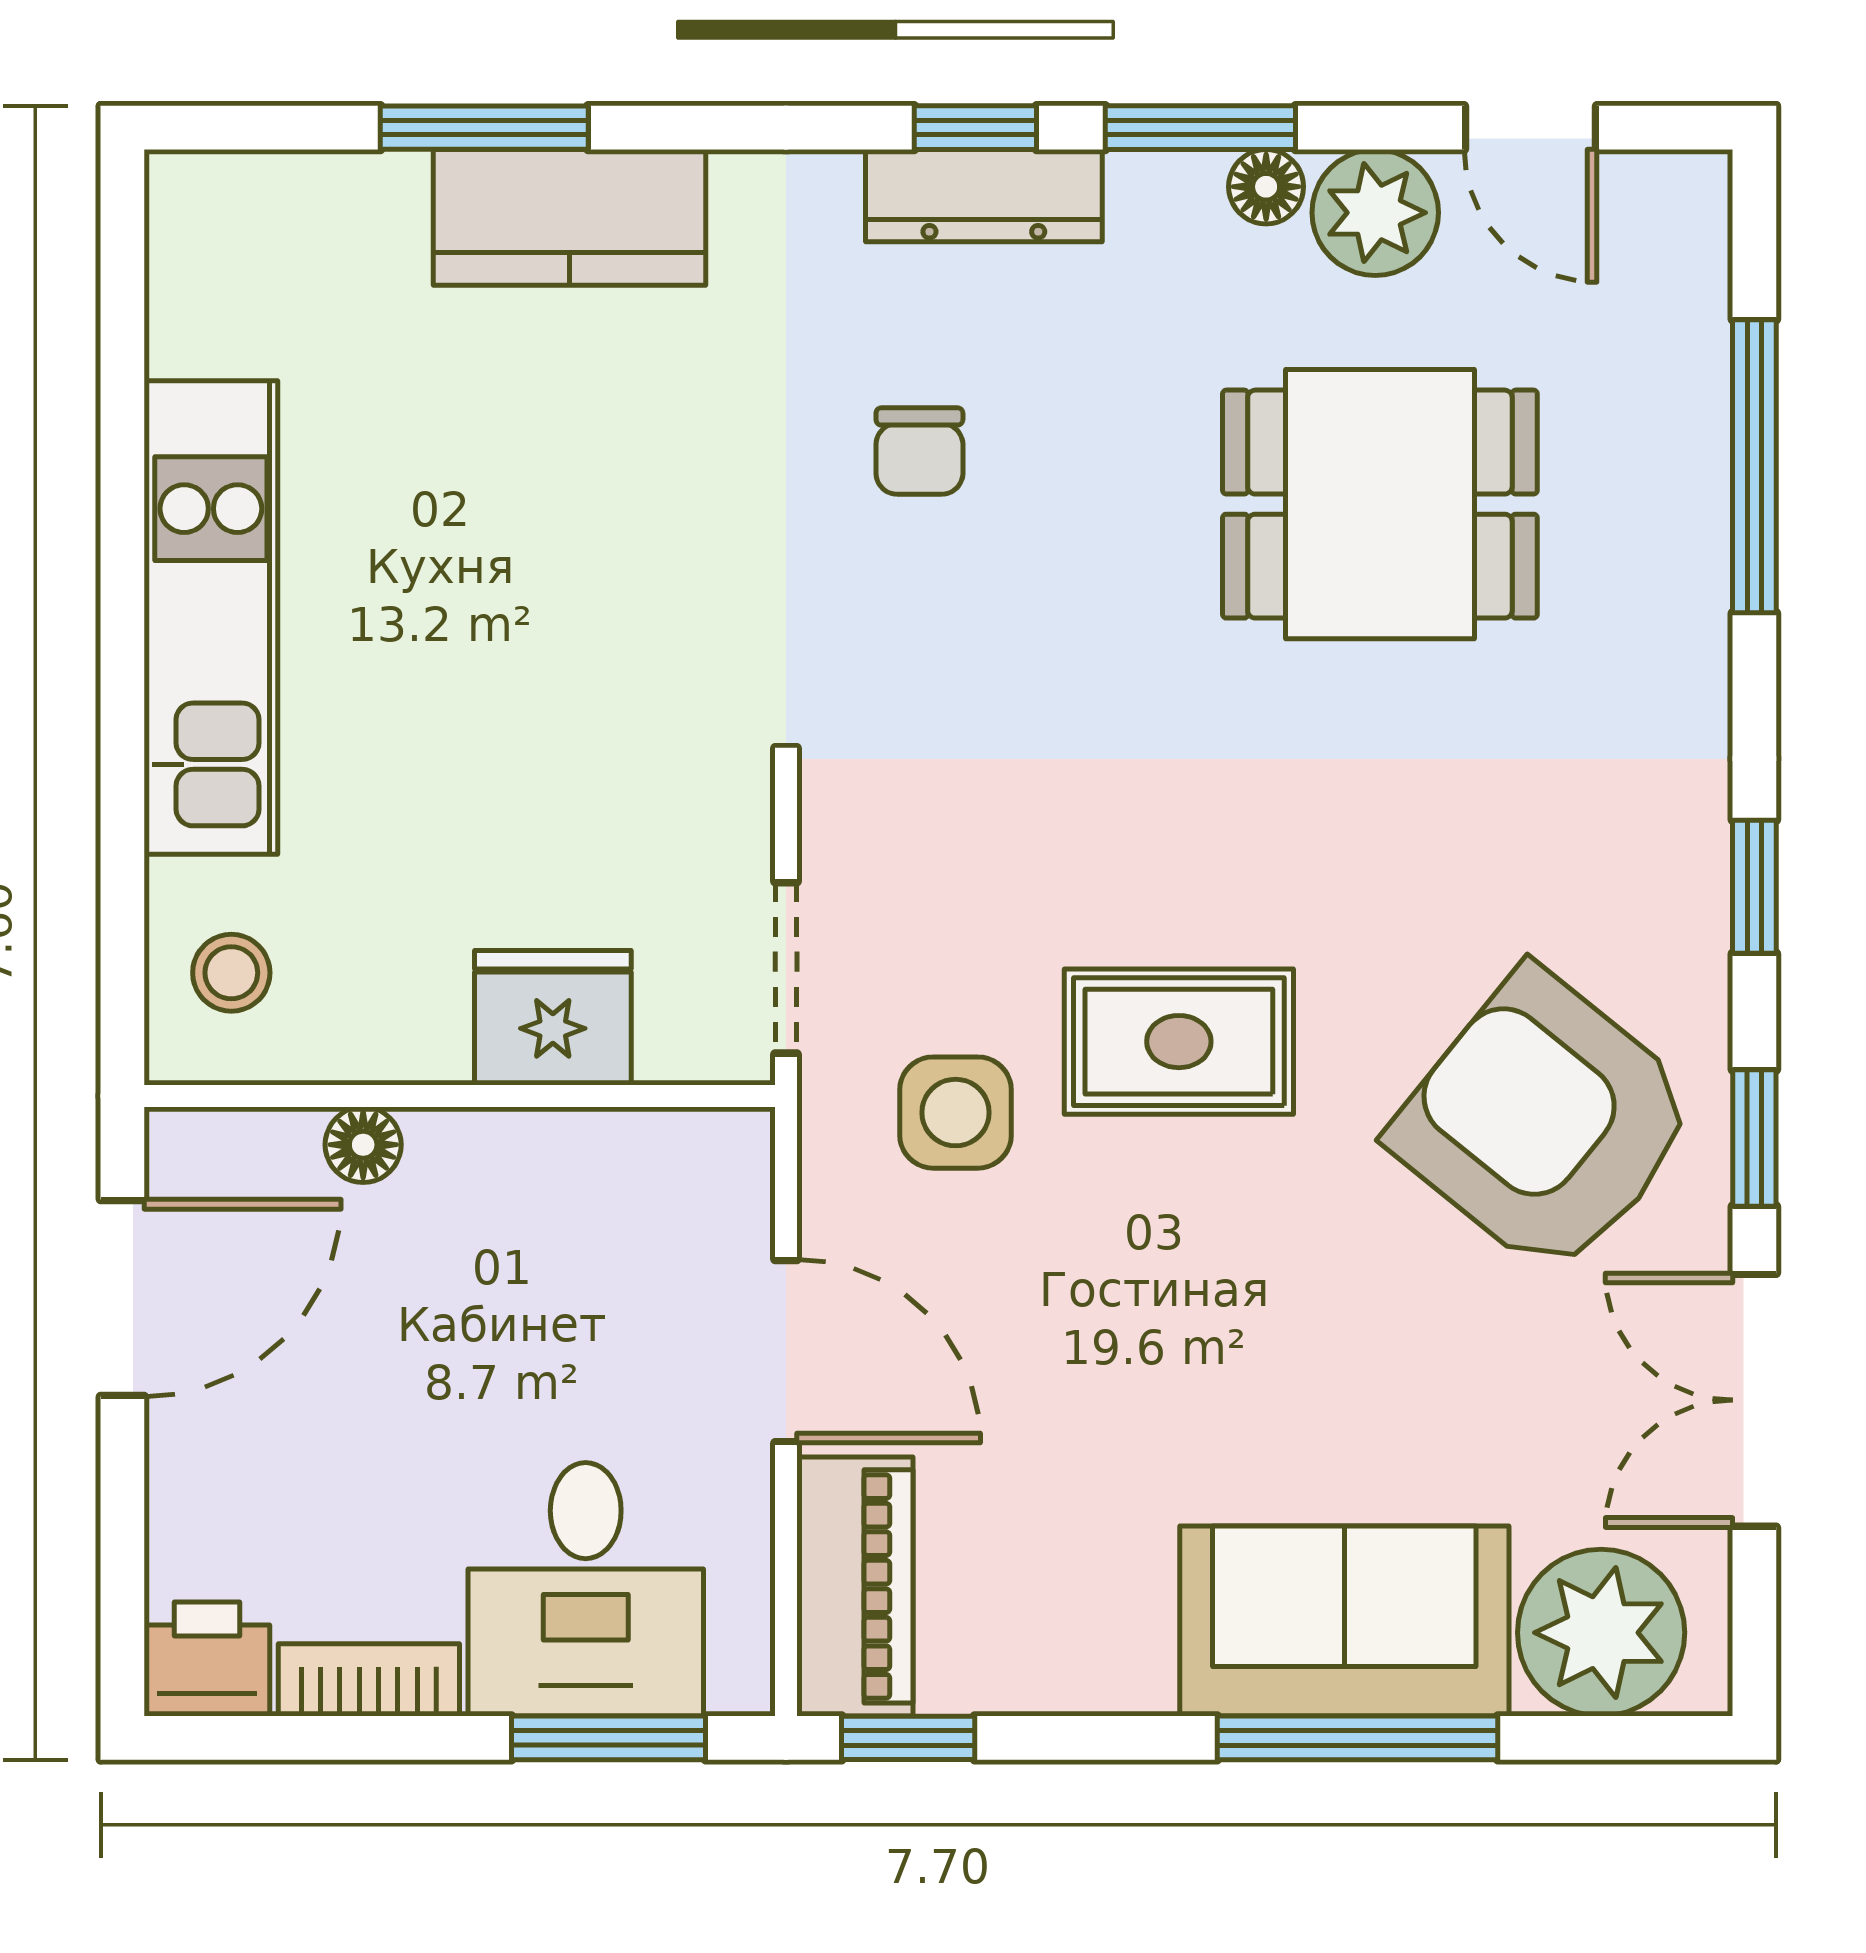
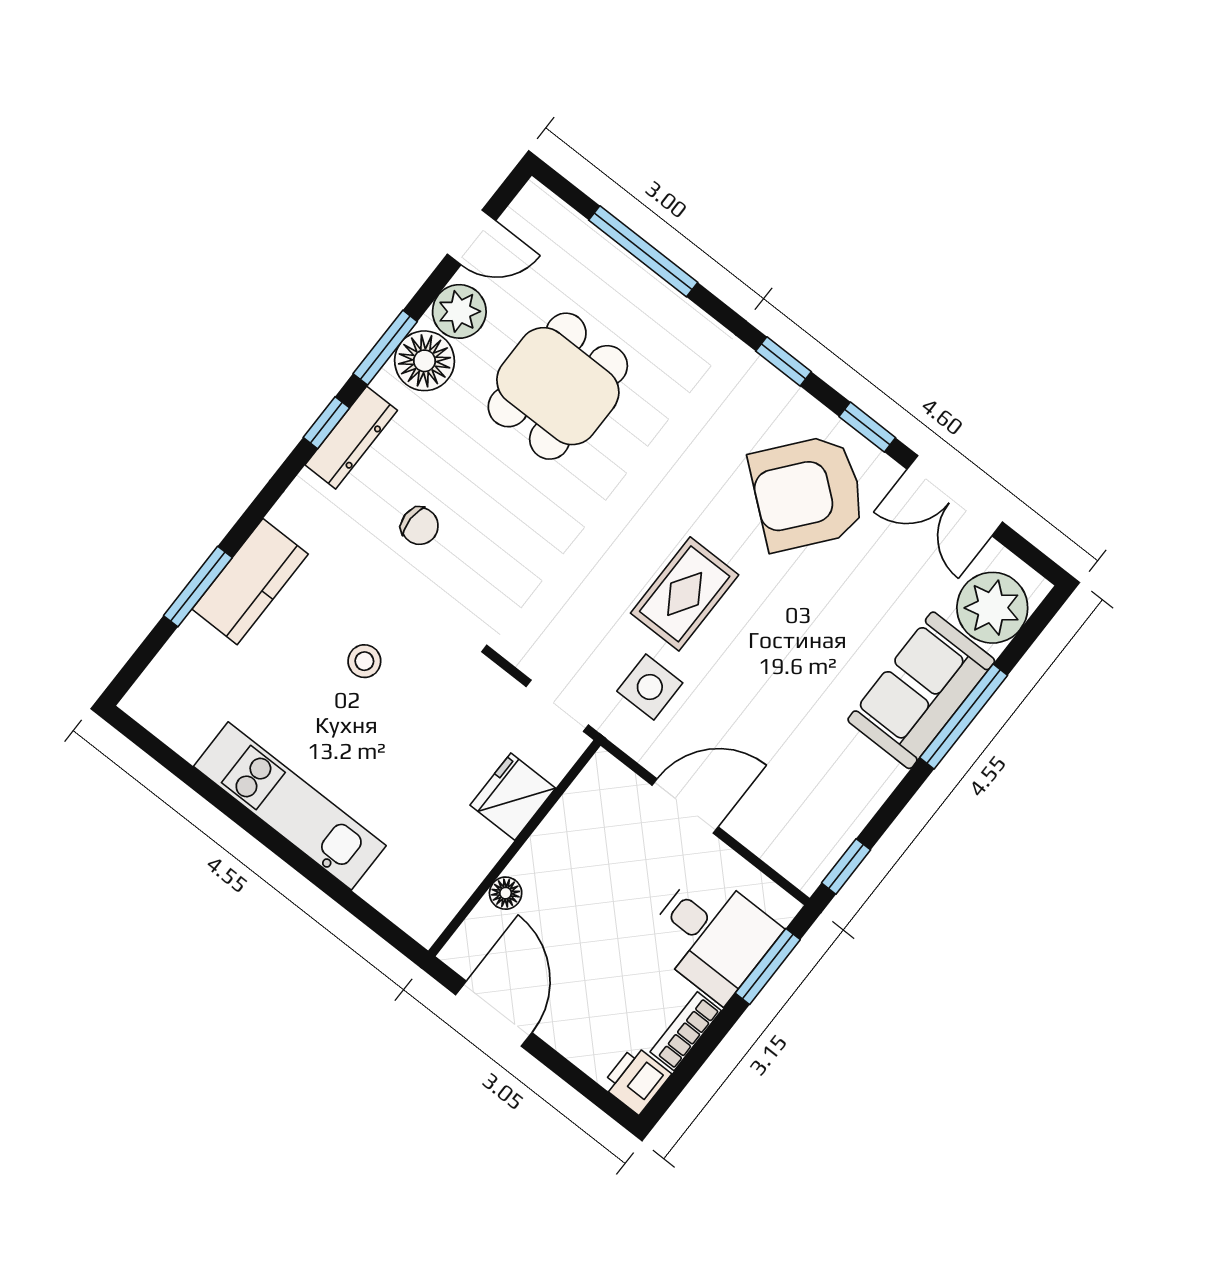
floor lamp: (1266, 187) -> (424, 361), width x1.89, depth x1.89
stool: (231, 973) -> (364, 661), moved
piano: (855, 1586) -> (782, 845), removed

